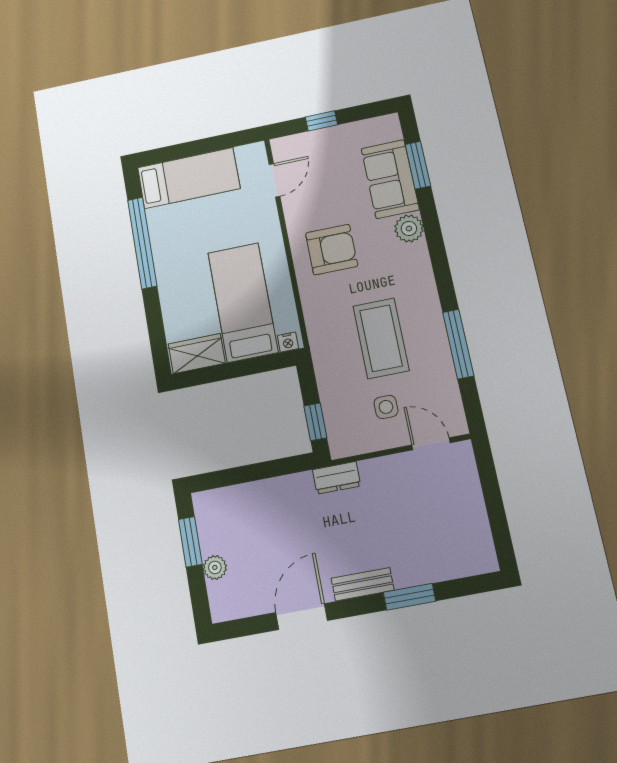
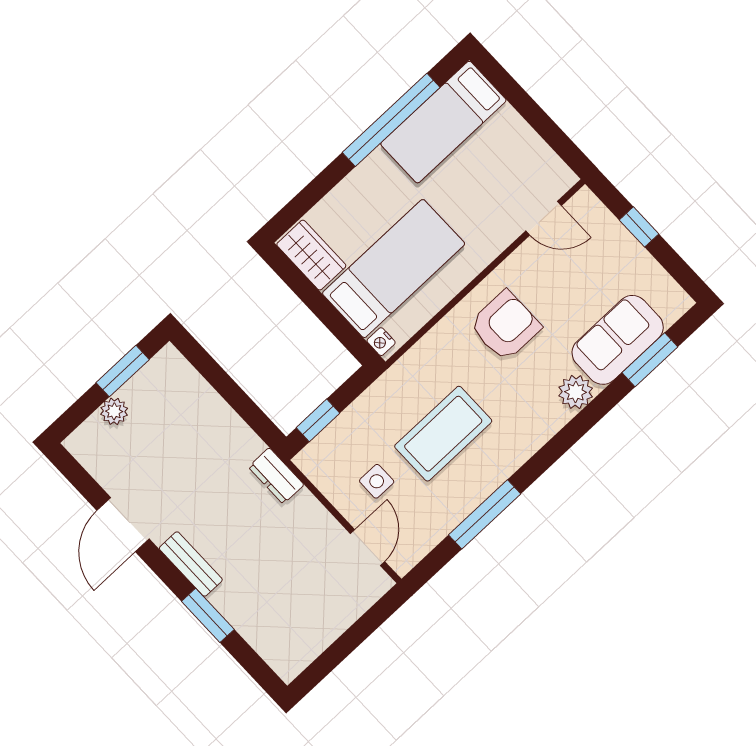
bed: (189, 178) -> (443, 122), moved, turned 90
armchair: (332, 249) -> (505, 326), turned -90
door: (302, 617) -> (123, 525), swing flipped

